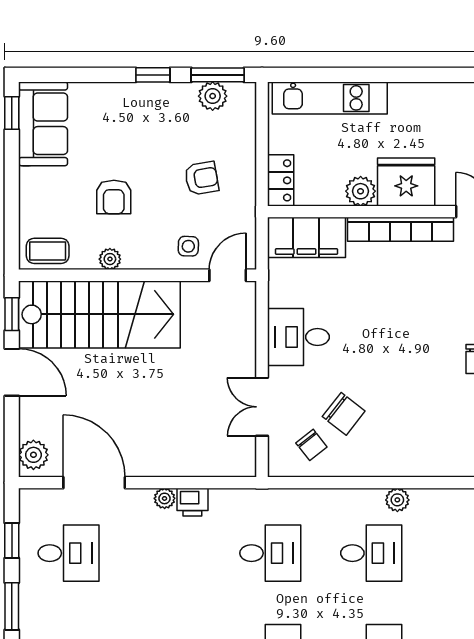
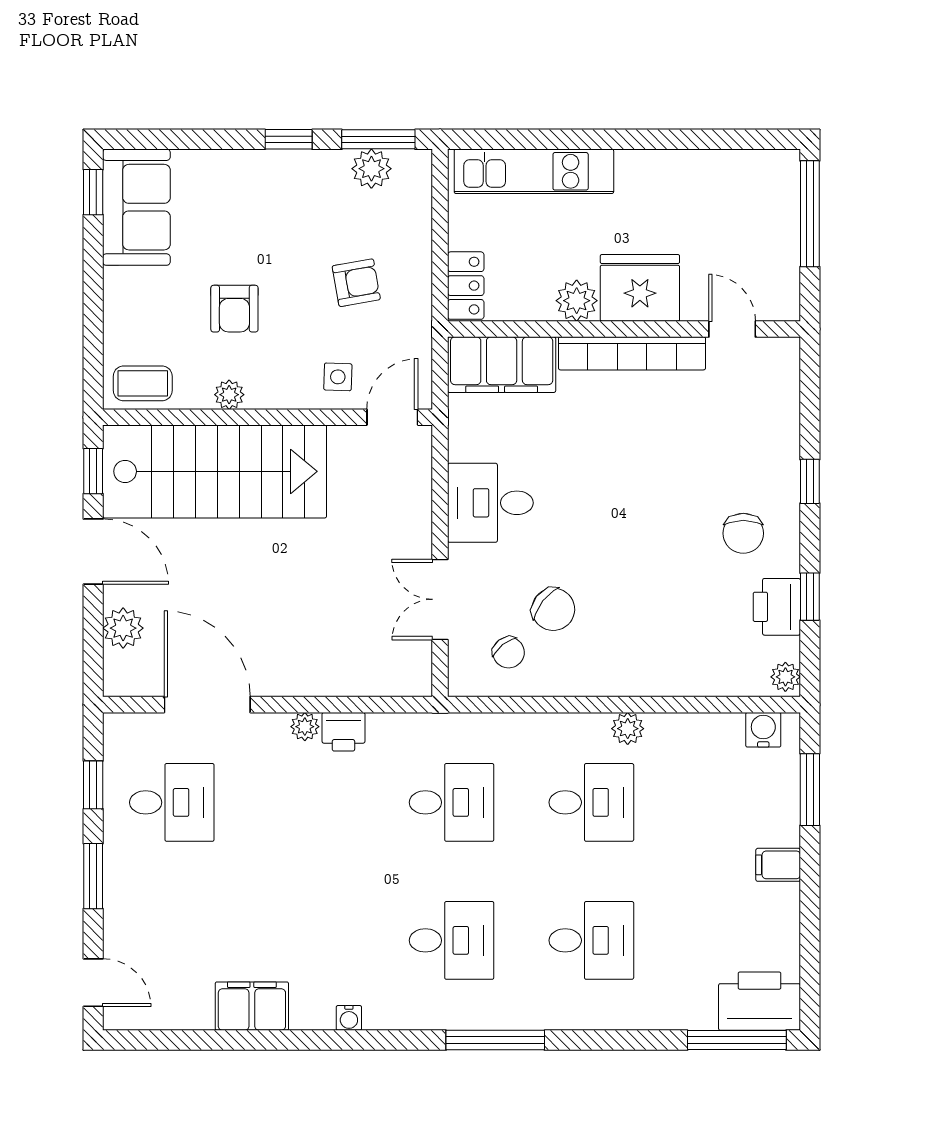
plant: (33, 455) -> (123, 628), moved

